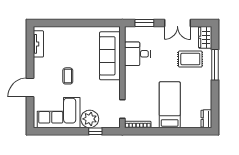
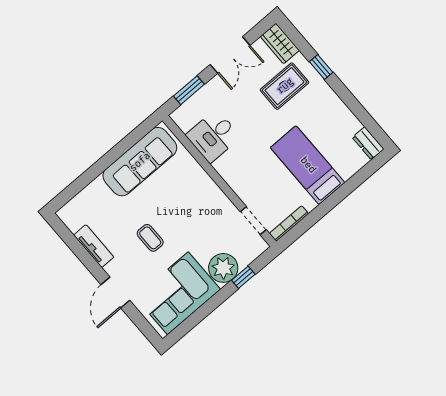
tv unit: (38, 44) -> (94, 246), moved
sofa: (110, 56) -> (140, 162), moved, turned -90
window: (215, 65) -> (321, 67), width x0.46

